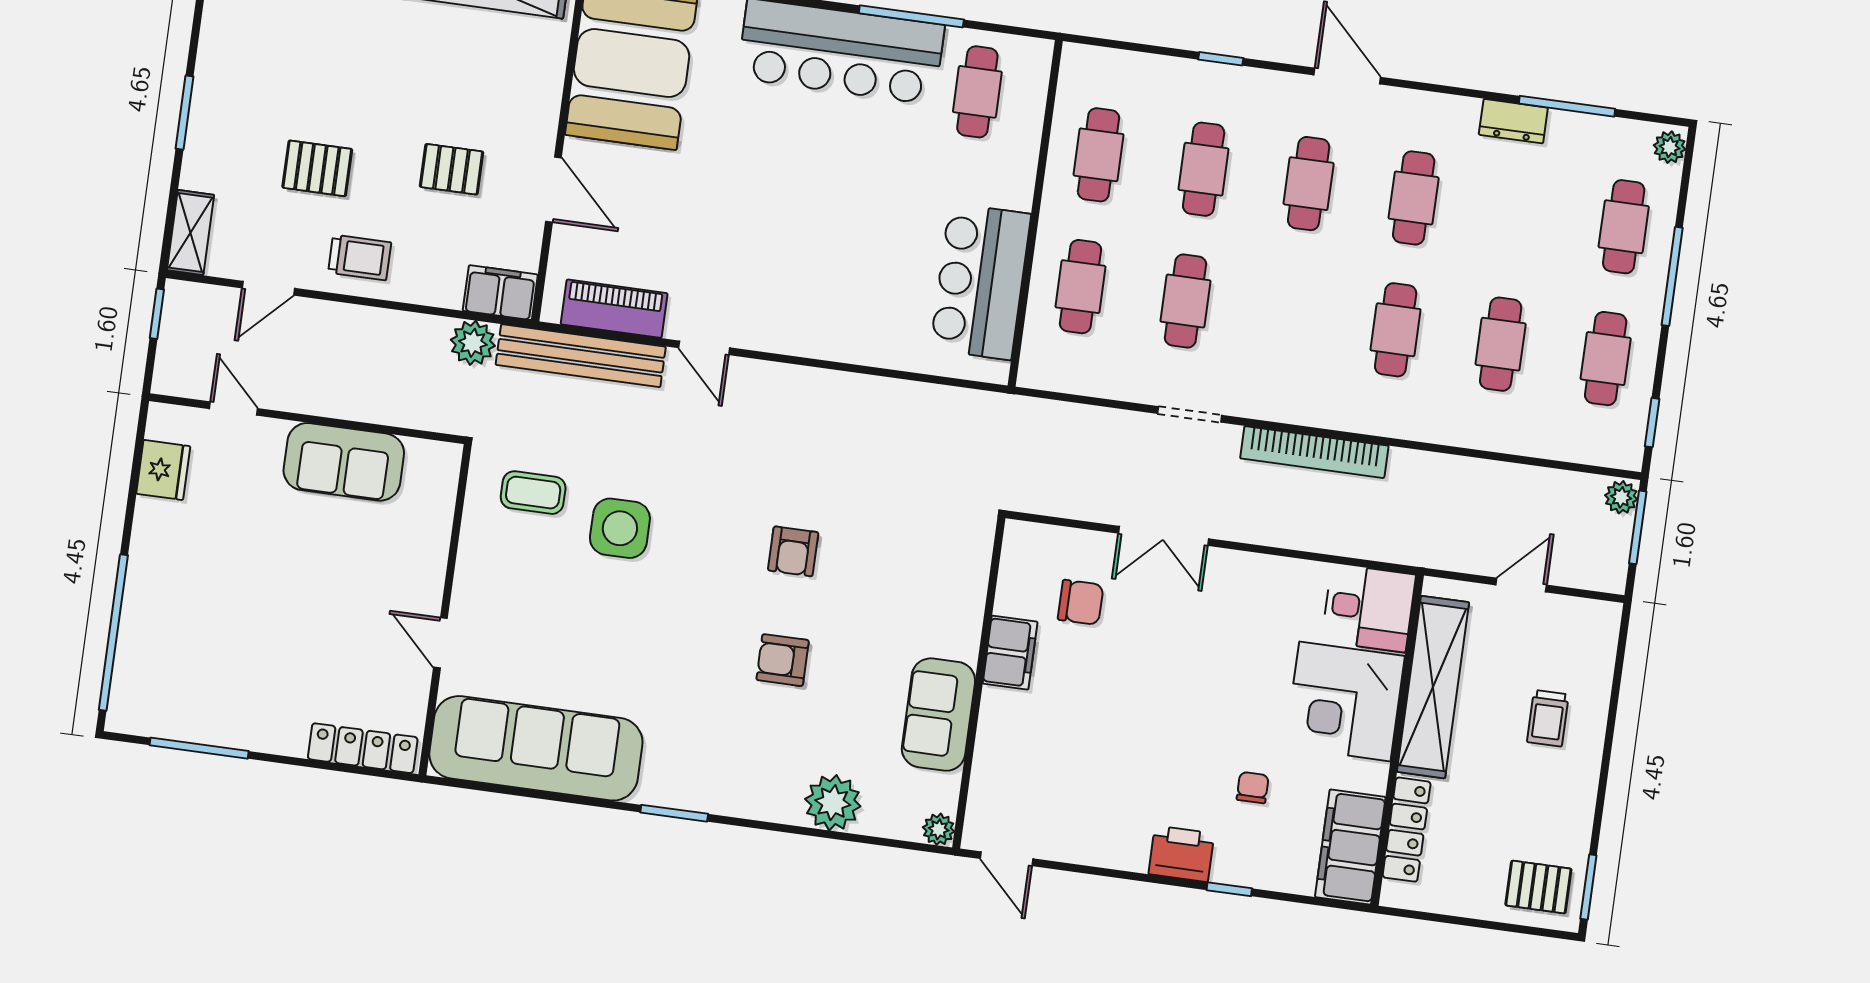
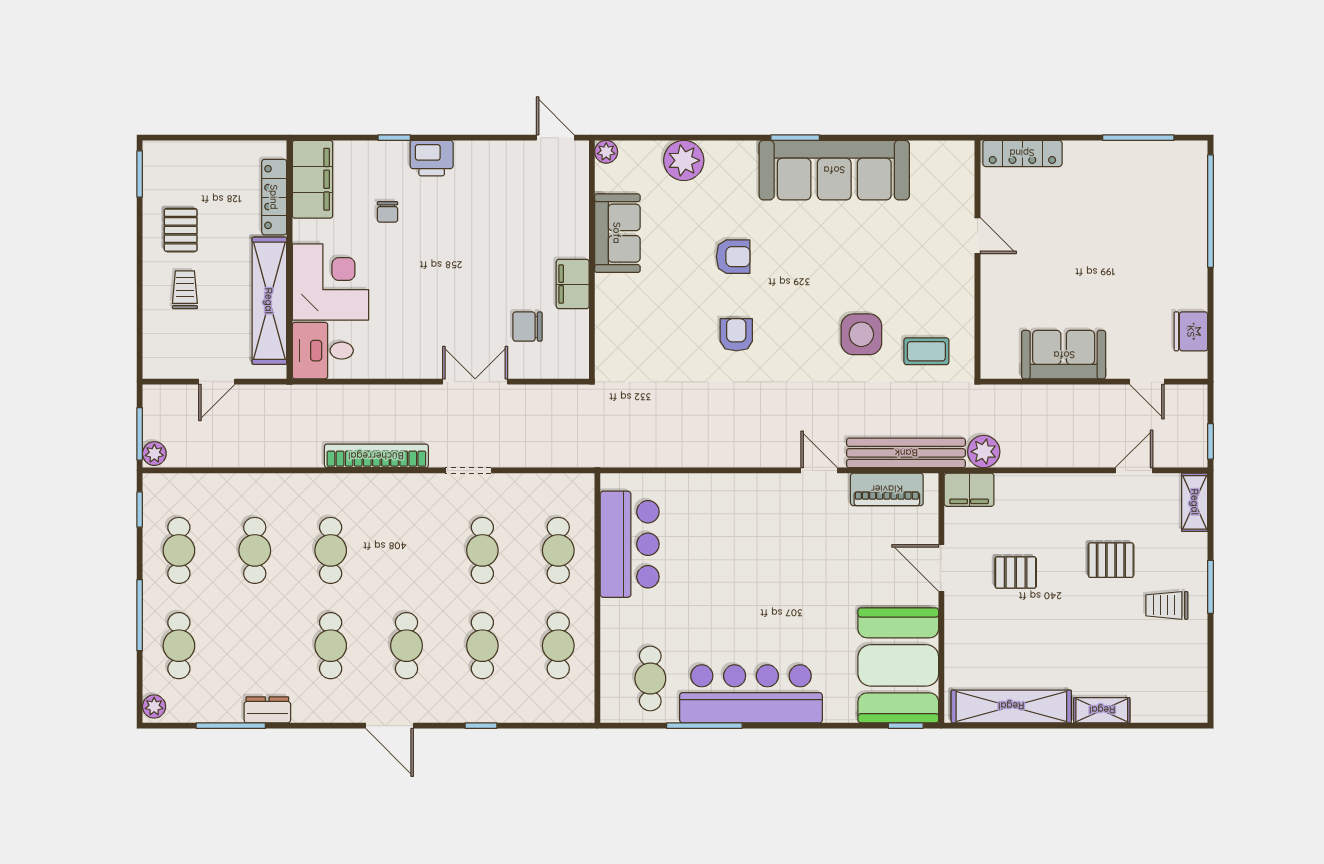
trolley: (360, 257) -> (1167, 605), moved
sofa: (536, 748) -> (834, 170), moved
pallet: (1538, 887) -> (181, 230), moved, turned 90

